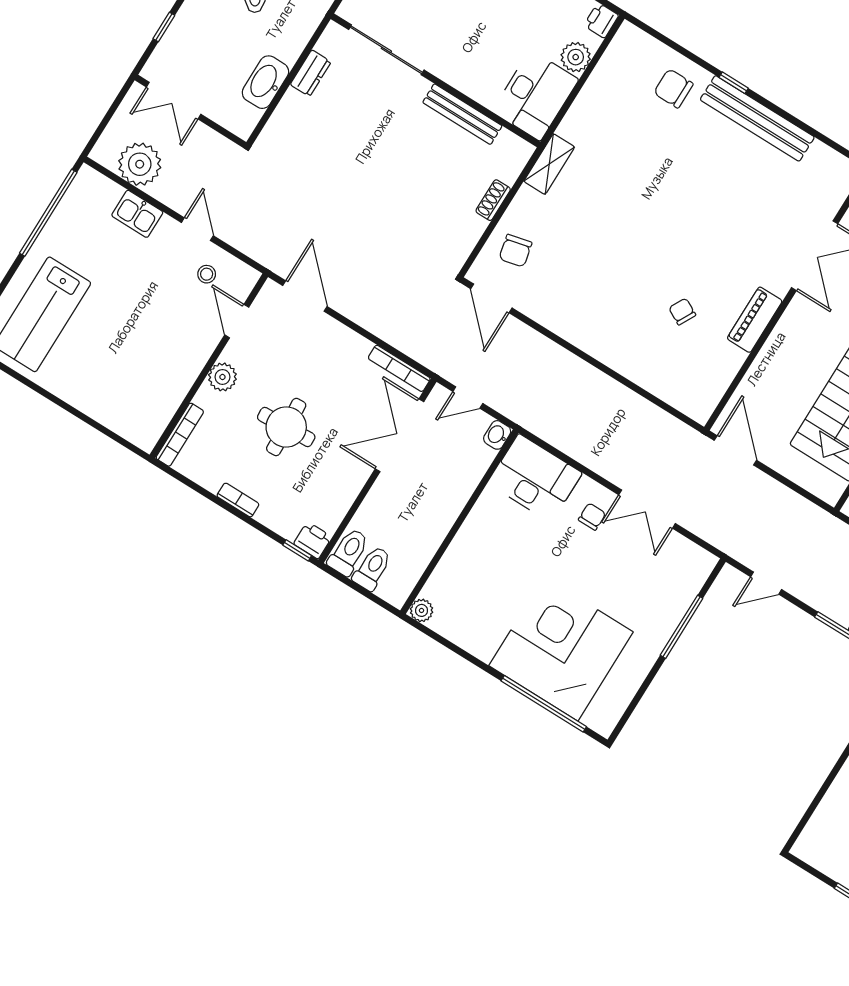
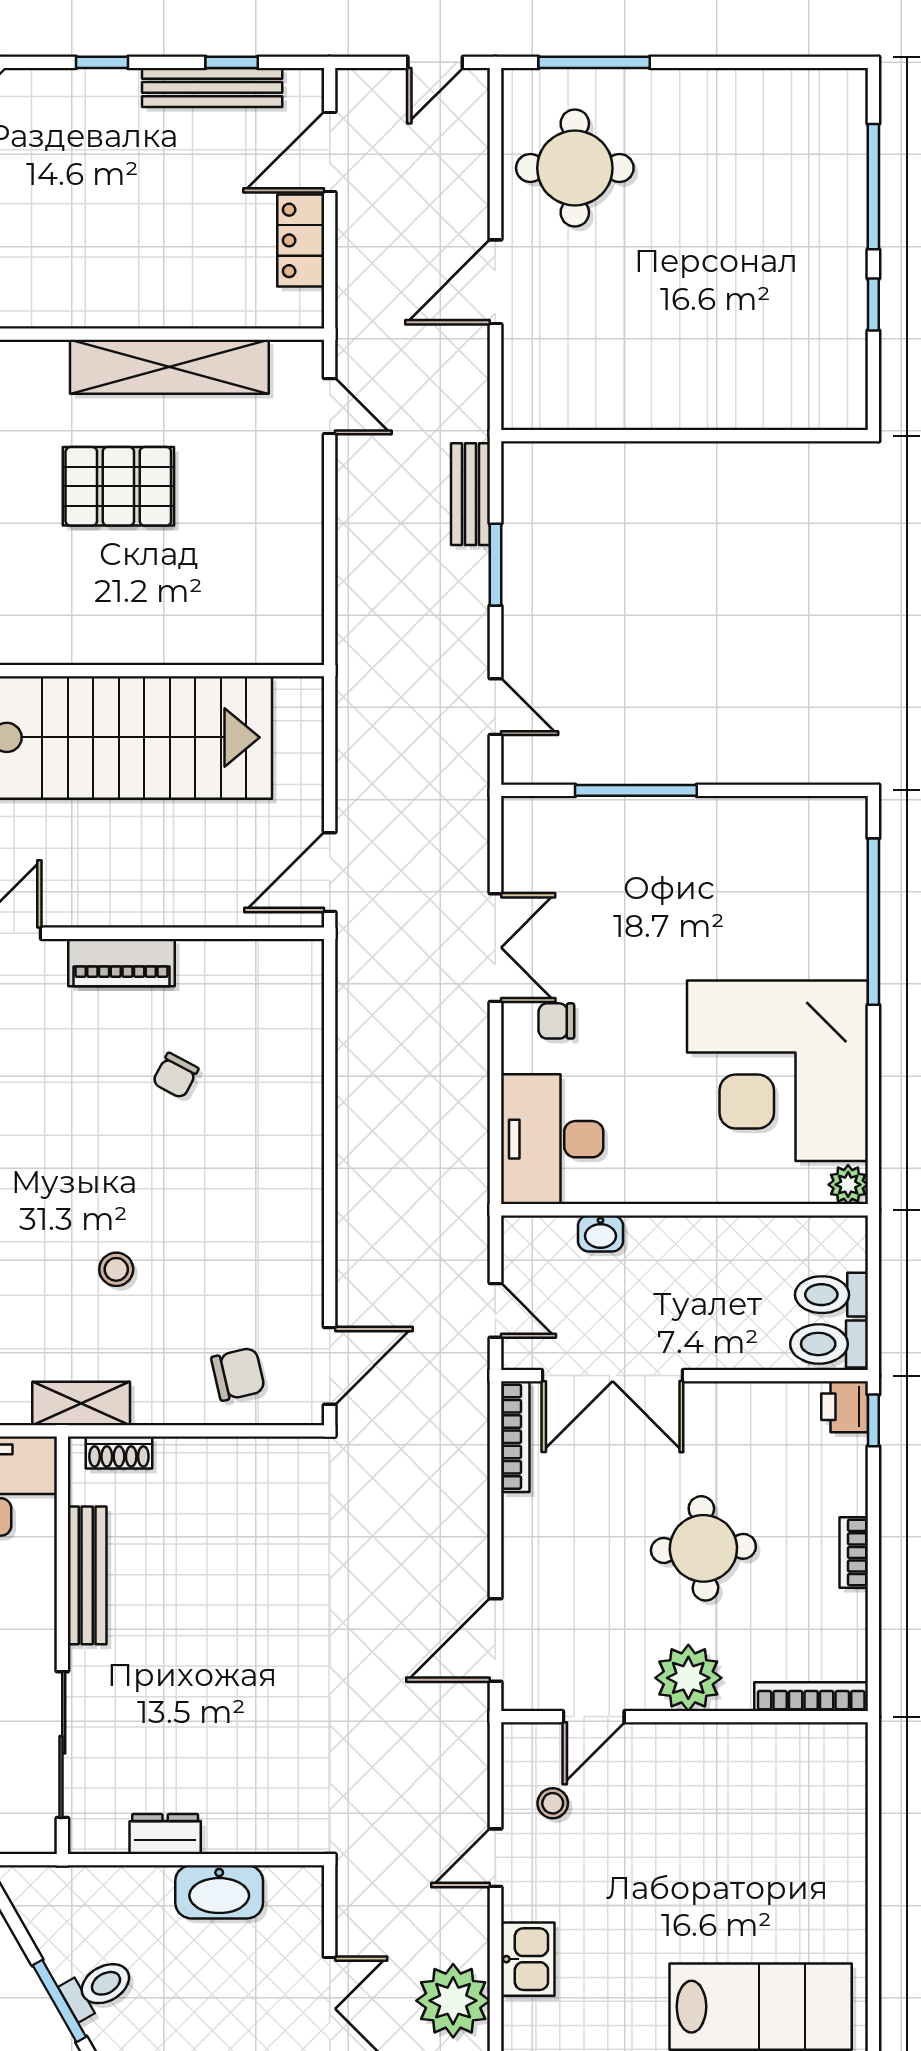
shoe rack: (493, 200) -> (119, 1453), moved
stool: (605, 223) -> (116, 1269), added
plant: (222, 377) -> (688, 1678), width x1.36, depth x1.36
washbasin: (497, 435) -> (600, 1233), moved
corner desk: (561, 649) -> (777, 1071), moved

